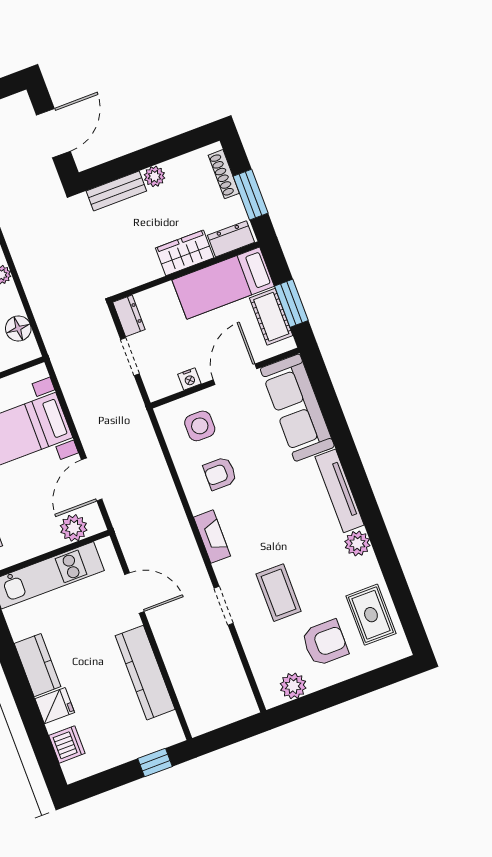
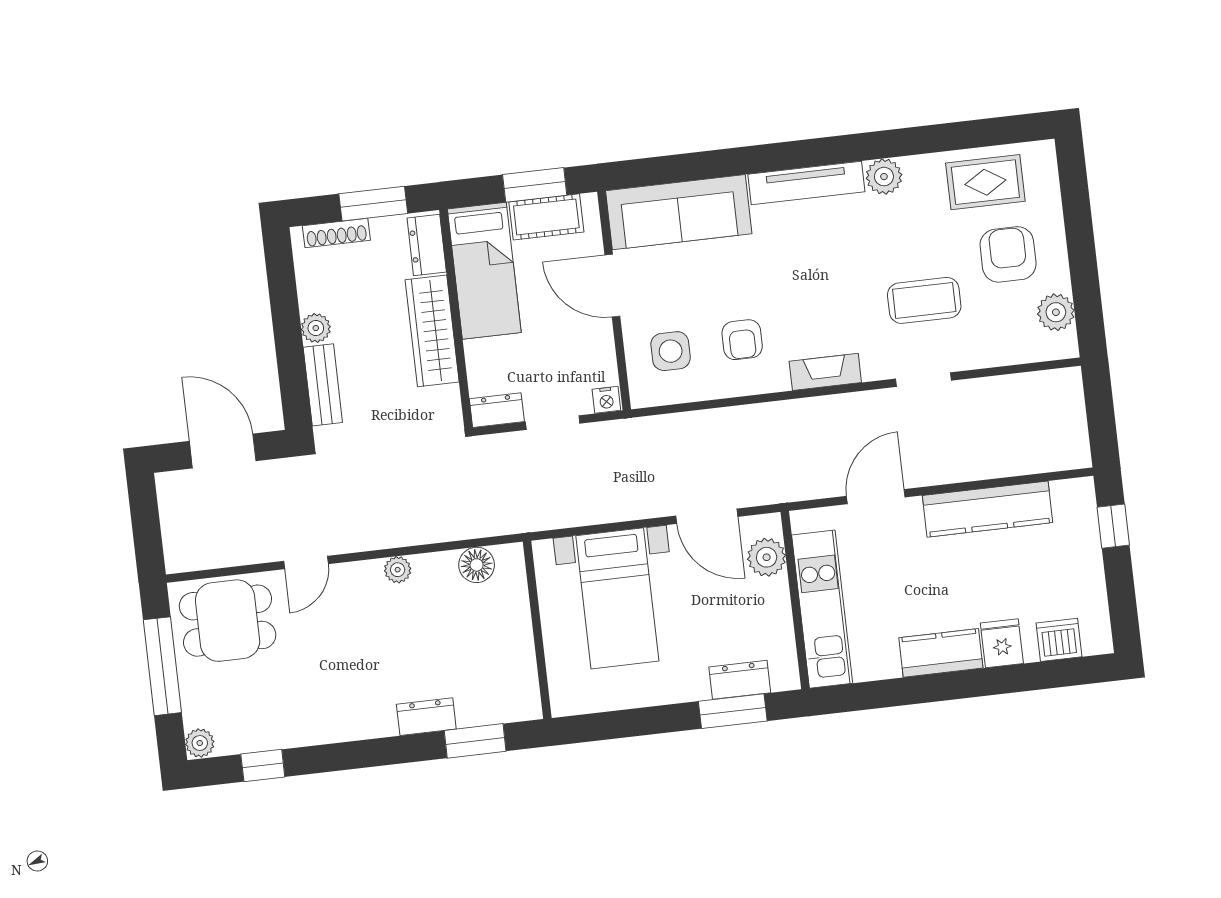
wardrobe: (185, 253) -> (432, 331), width x1.50
nightstand: (189, 379) -> (606, 400), moved, turned 90

